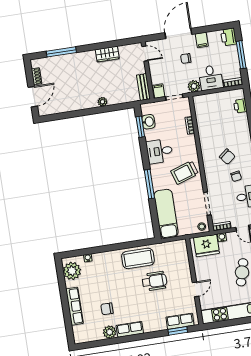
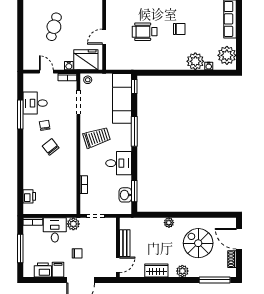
printer: (229, 37) -> (43, 270), moved, turned -90
window: (61, 52) -> (215, 280), moved
door: (145, 54) -> (118, 265), swing flipped
plant: (82, 57) -> (182, 271), added
spiral stairs: (71, 86) -> (198, 243), added
bench: (143, 87) -> (125, 243), moved
filing cabinet: (159, 91) -> (110, 225), removed
door: (33, 97) -> (239, 239), hinge flipped
window: (156, 227) -> (134, 86), added
coffee table: (138, 258) -> (158, 57), removed
plant: (101, 260) -> (195, 61), added
door: (196, 289) -> (104, 37), moved
chair: (107, 309) -> (179, 29), moved

